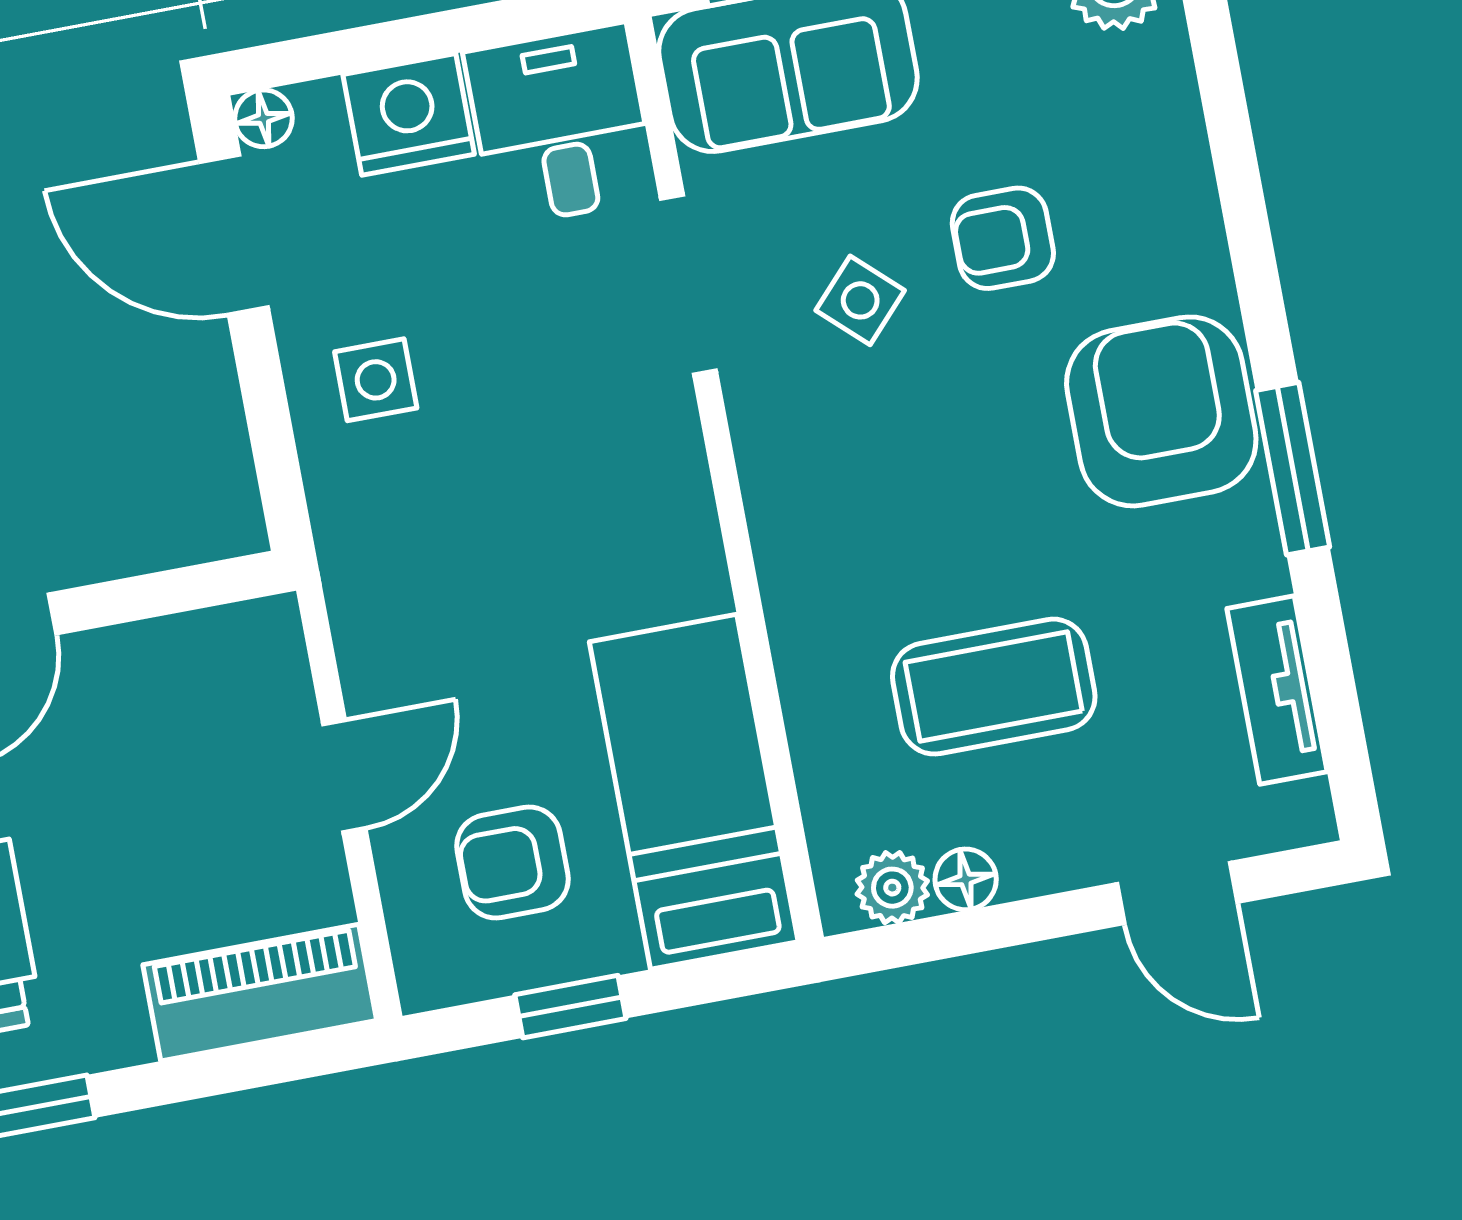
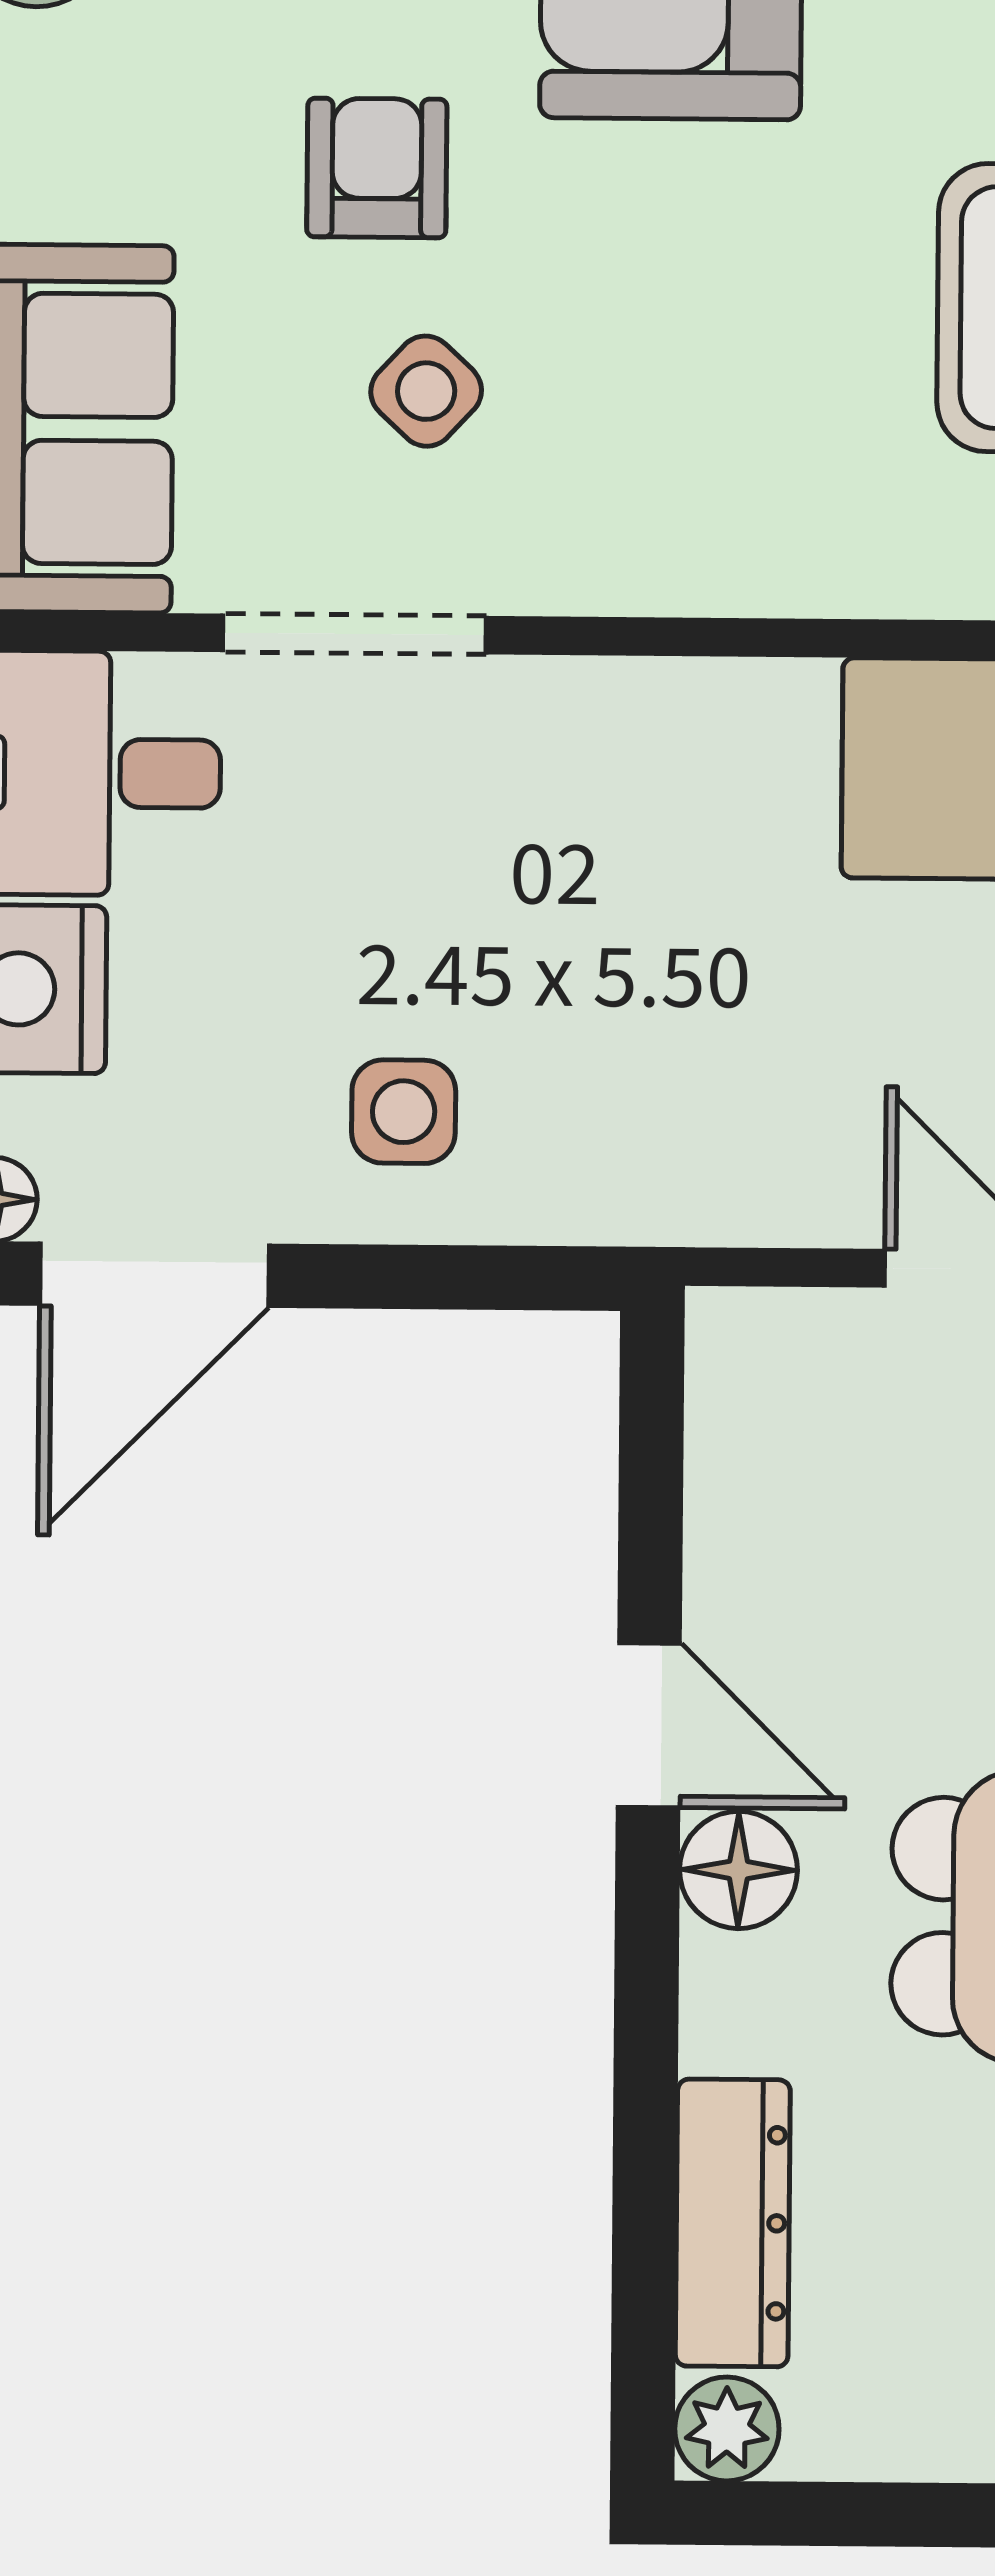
armchair: (1003, 238) -> (377, 168), turned 180

